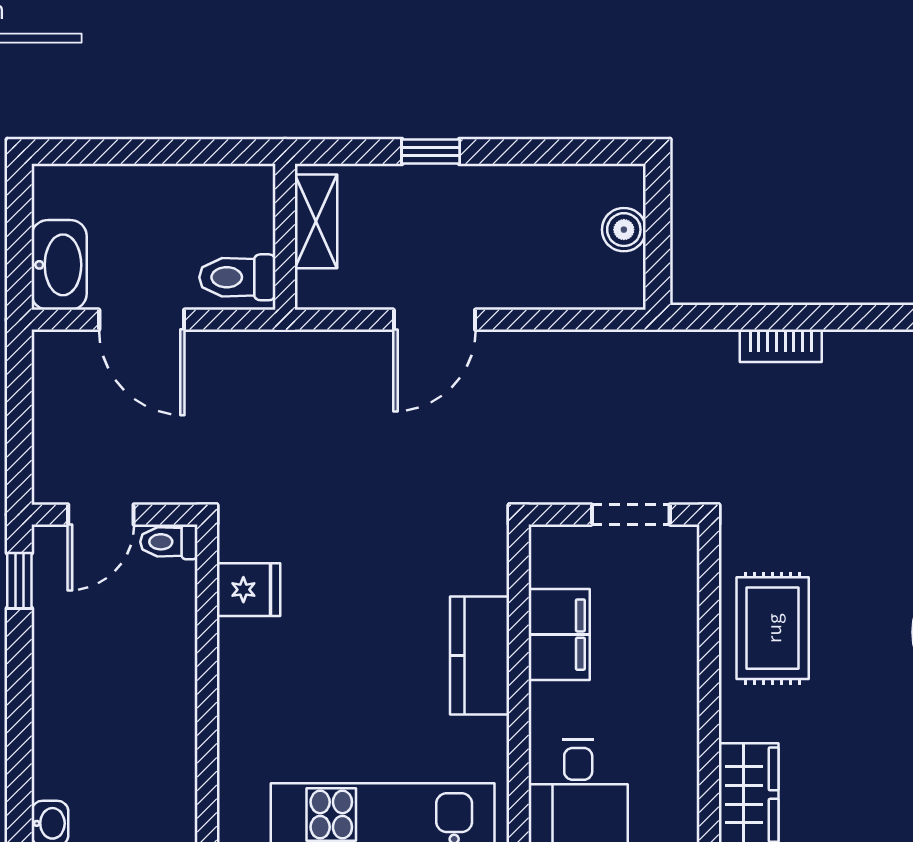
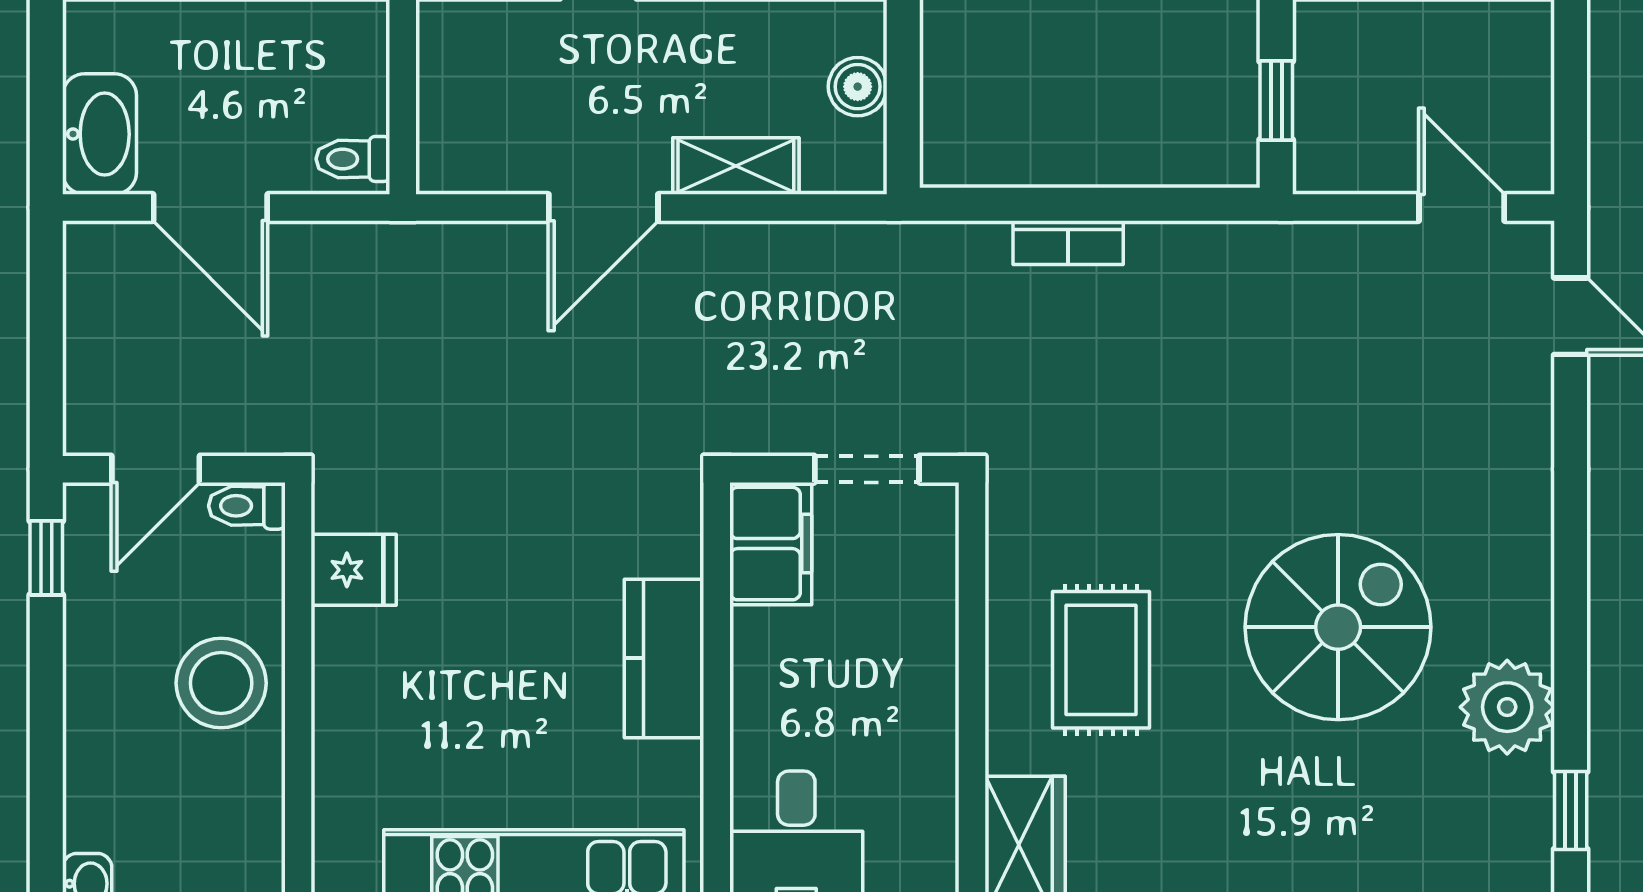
shelving: (316, 221) -> (736, 166), moved, turned 90
toilet: (237, 277) -> (353, 159), width x0.73, depth x0.72
rug: (773, 628) -> (1101, 660), moved
filing cabinet: (559, 635) -> (771, 544), moved
stool: (150, 674) -> (221, 683), added

